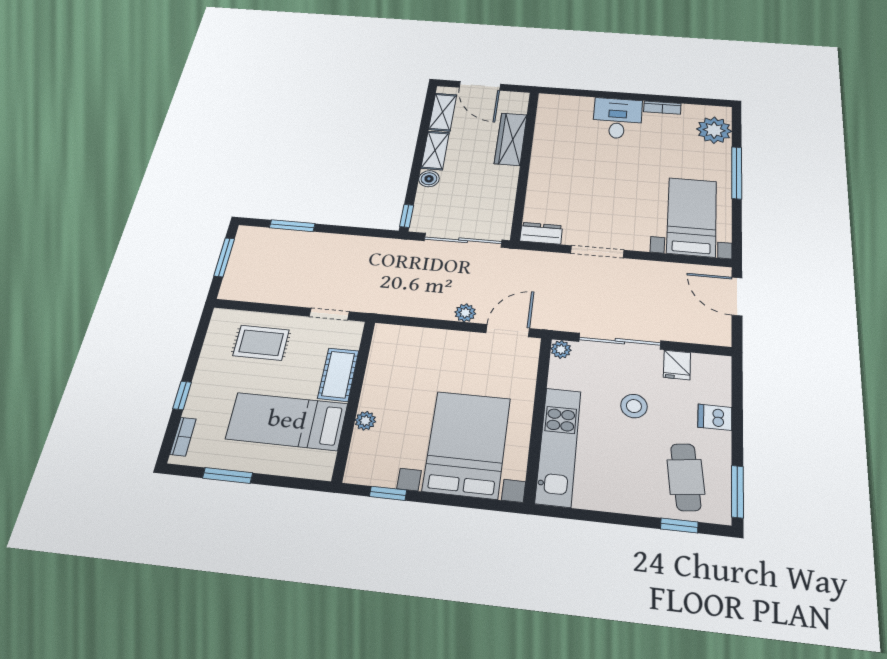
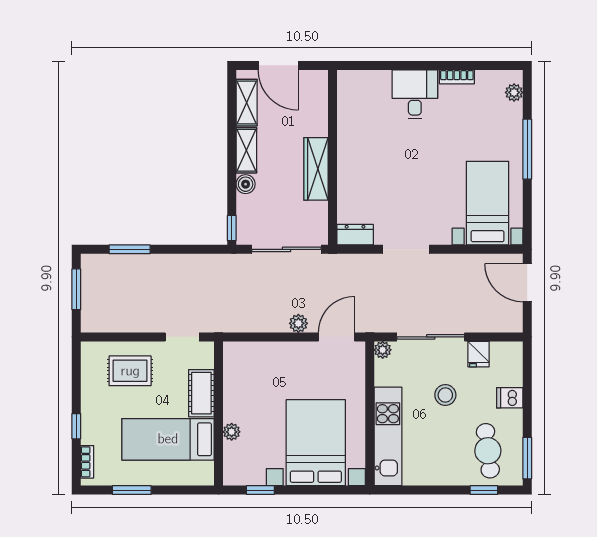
plant: (714, 130) -> (514, 92), width x0.53, depth x0.53
wardrobe: (511, 139) -> (316, 169), moved

